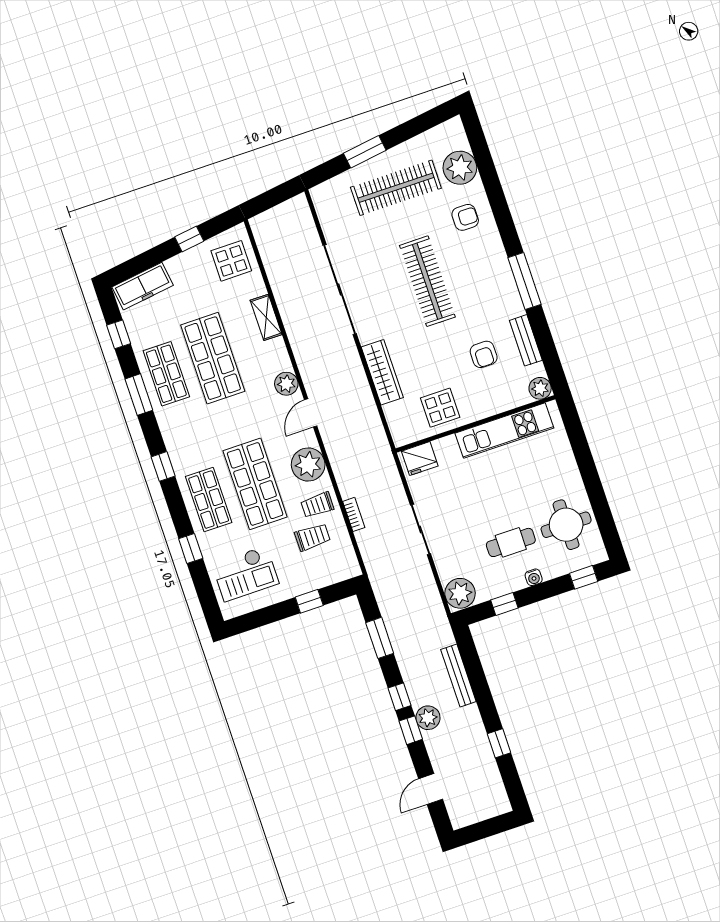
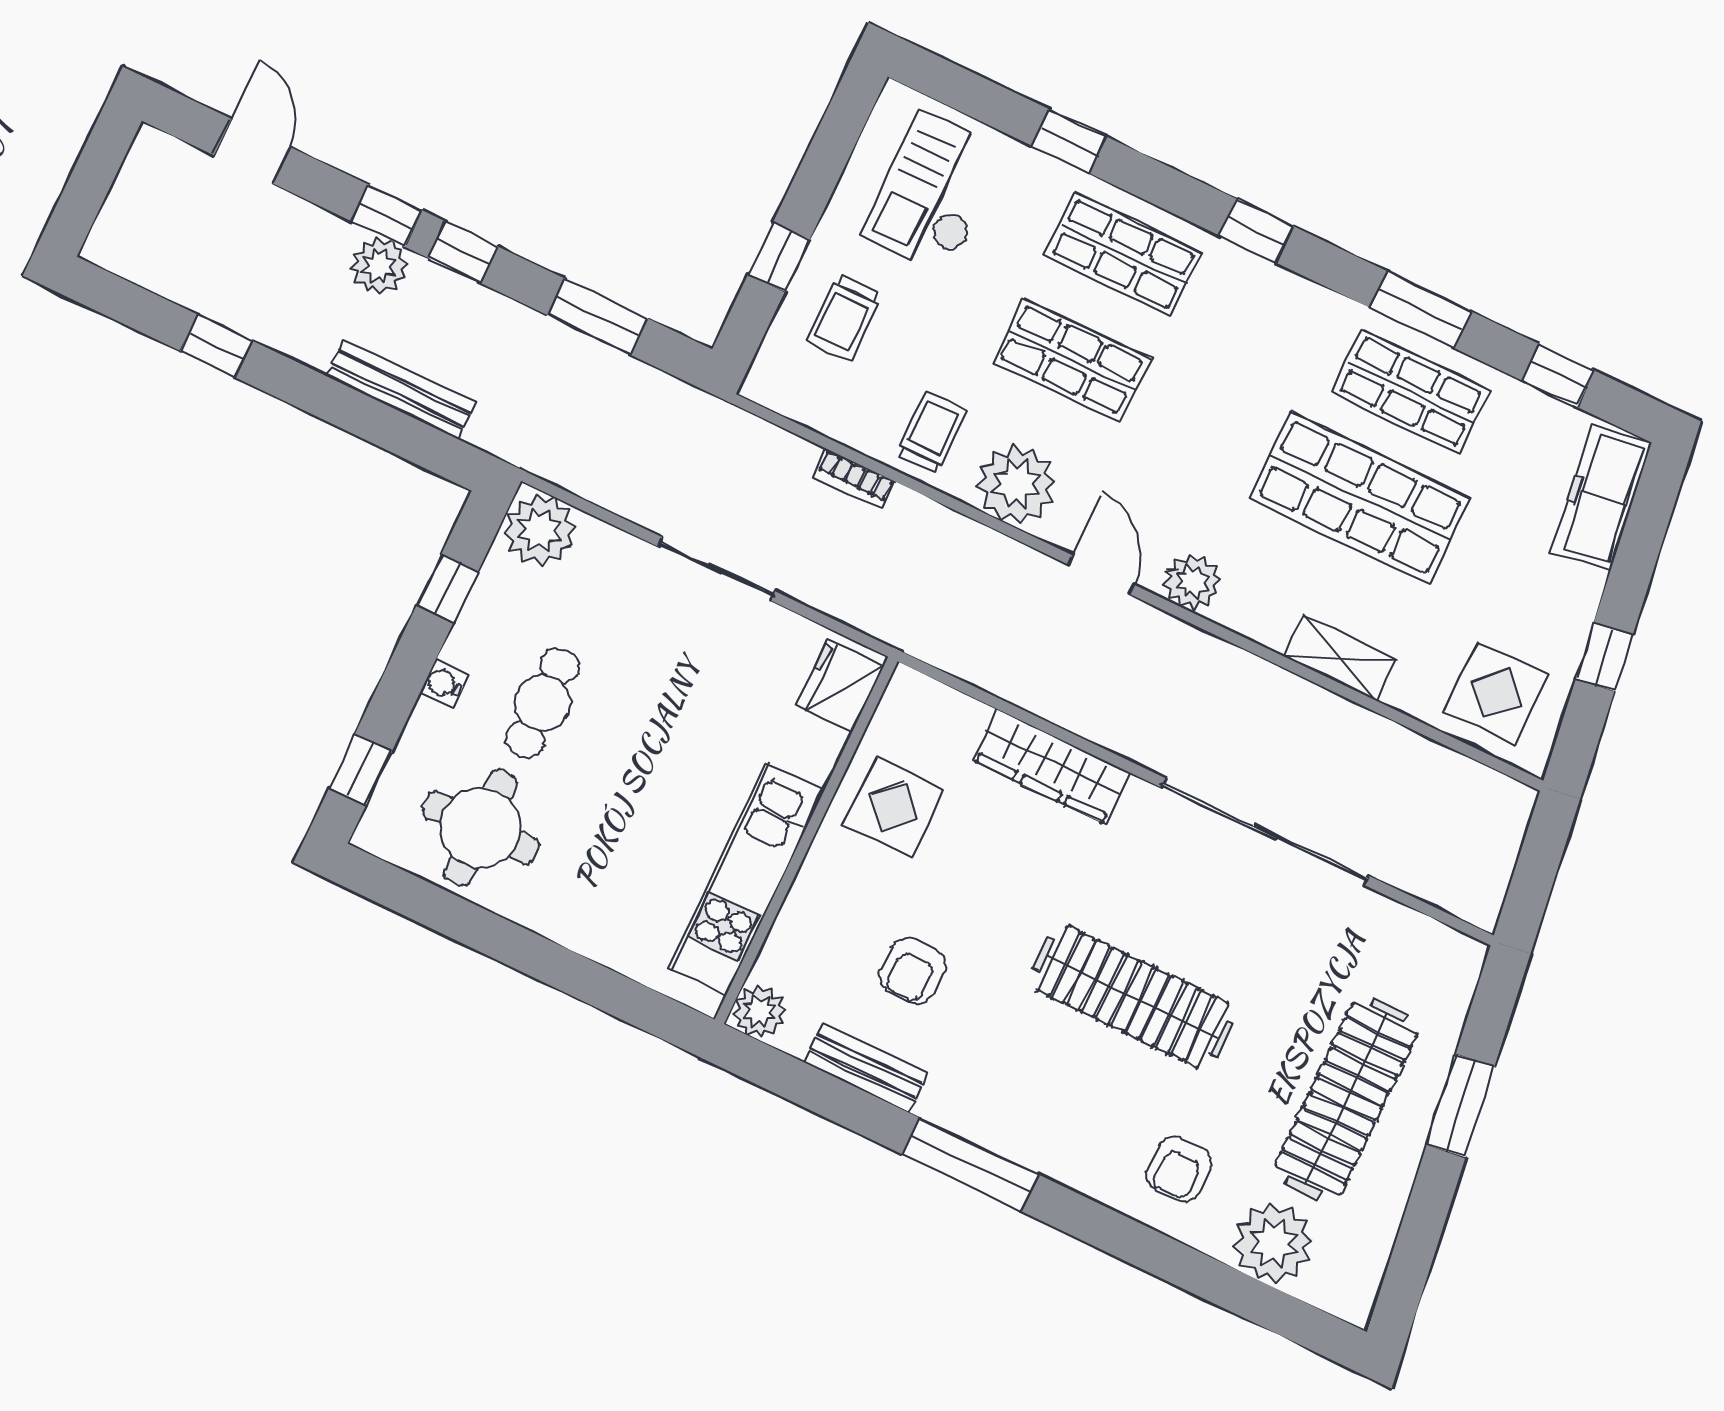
armchair: (484, 354) -> (912, 971), turned -90
shop shelf: (255, 484) -> (1072, 360), width x0.70, depth x0.74
trolley: (312, 537) -> (844, 317), moved

